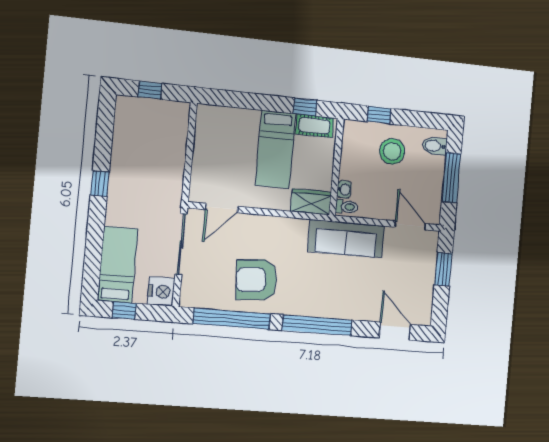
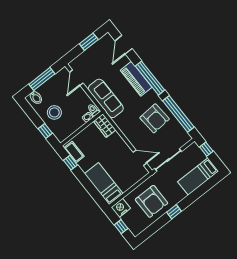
bed: (275, 149) -> (104, 184), moved, turned -90
armchair: (145, 166) -> (151, 201), added
window: (443, 269) -> (89, 42), moved
nightstand: (161, 291) -> (121, 208), moved
piano: (334, 305) -> (136, 79), added
window: (124, 311) -> (206, 149), moved

